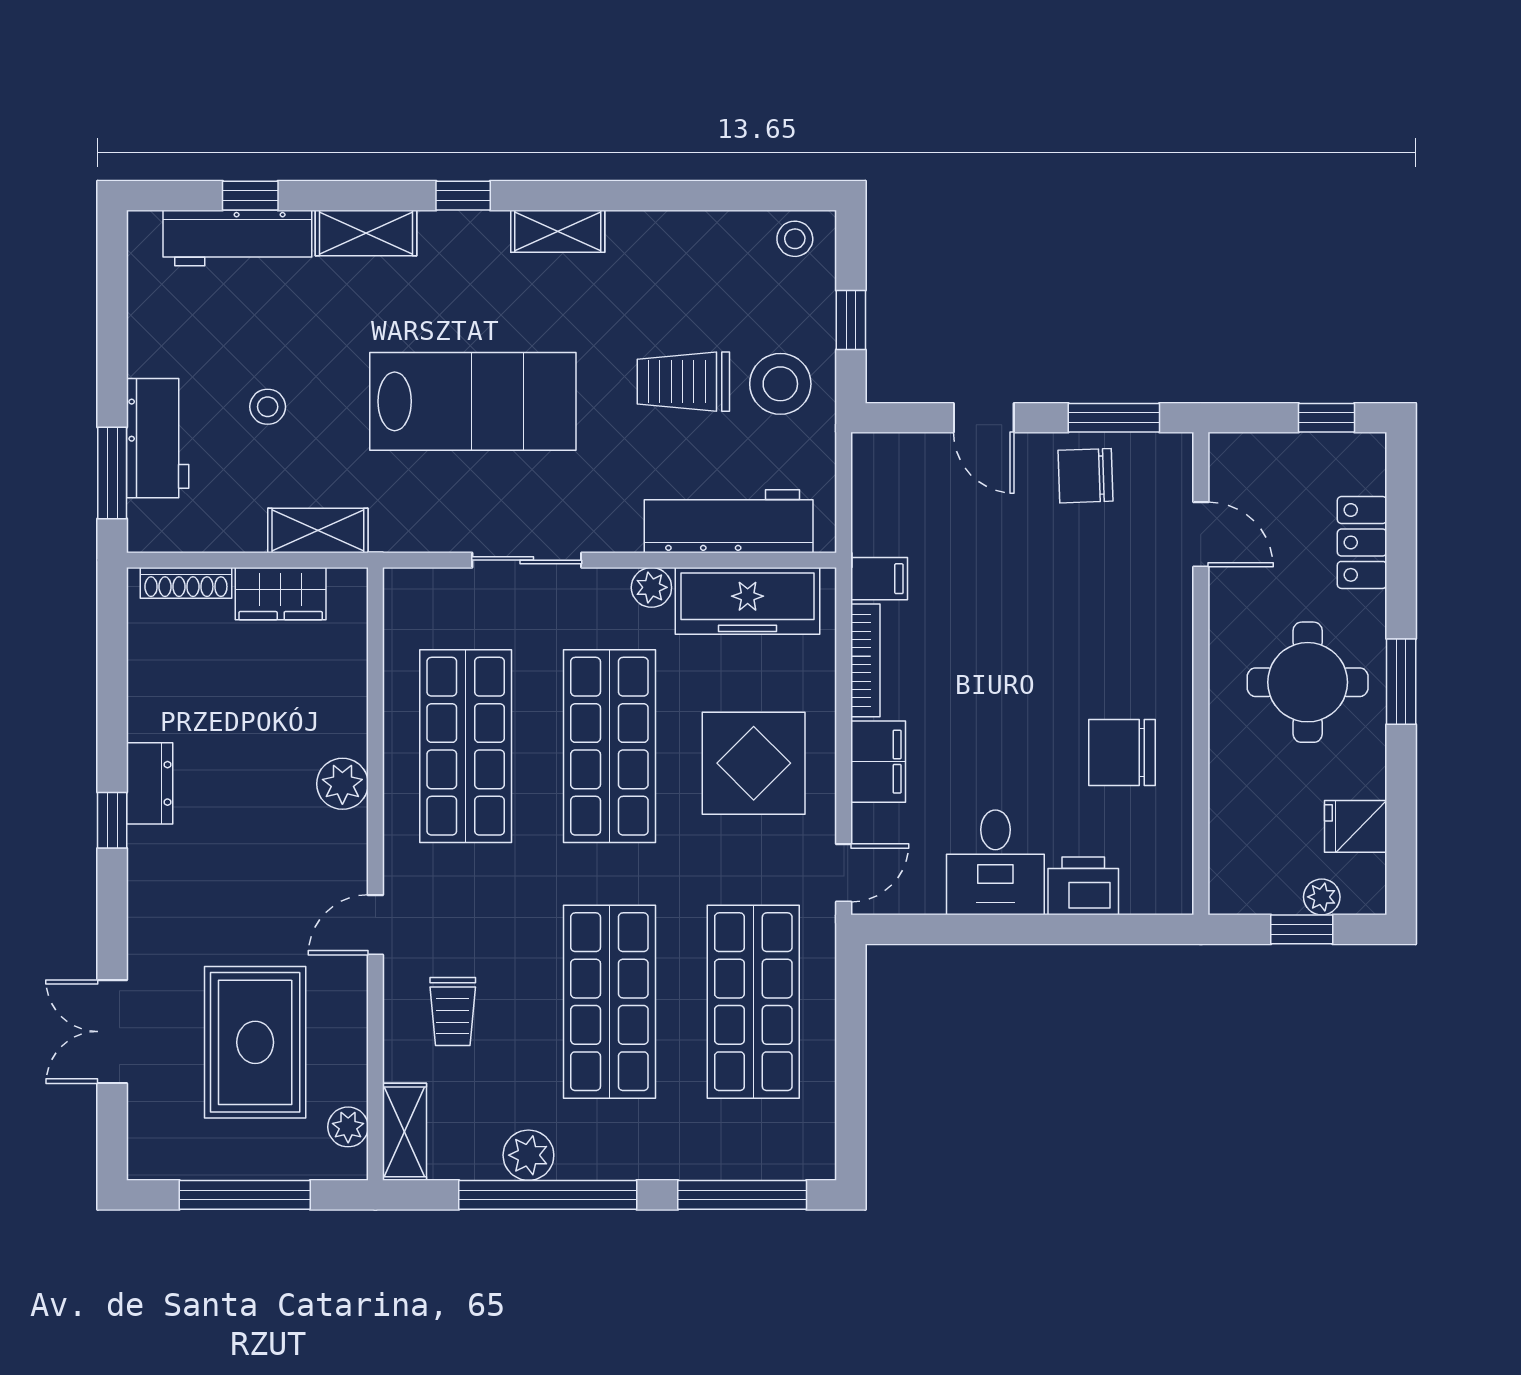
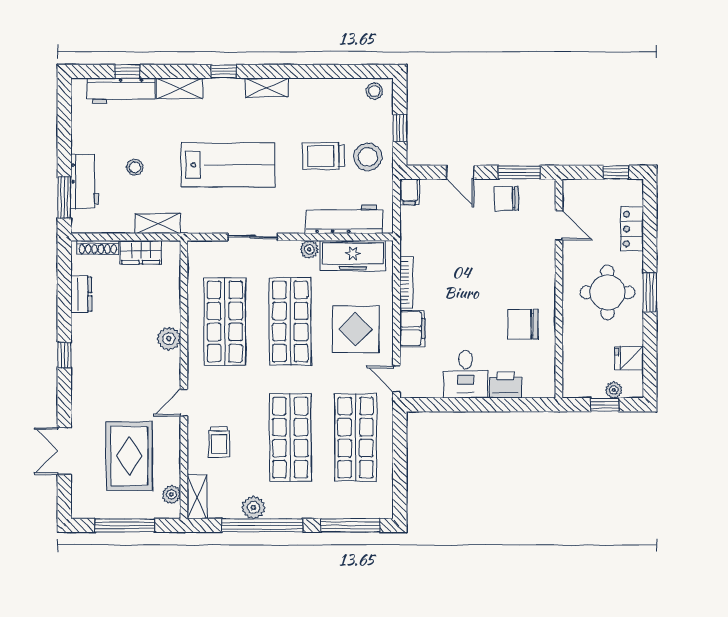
filing cabinet: (879, 579) -> (409, 192), moved, turned 90
dresser: (150, 783) -> (81, 294), moved
door: (844, 873) -> (397, 379), swing flipped

